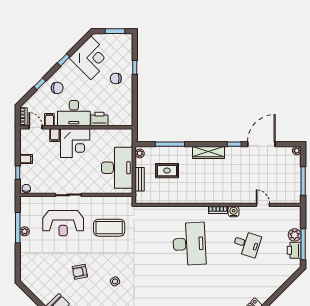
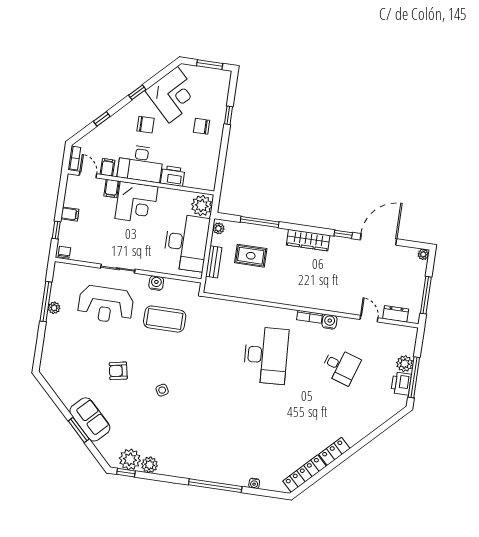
chair: (57, 88) -> (146, 125), moved
plant: (124, 138) -> (202, 206), added
dresser: (282, 198) -> (396, 314), added
water cooler: (99, 201) -> (156, 283), added

